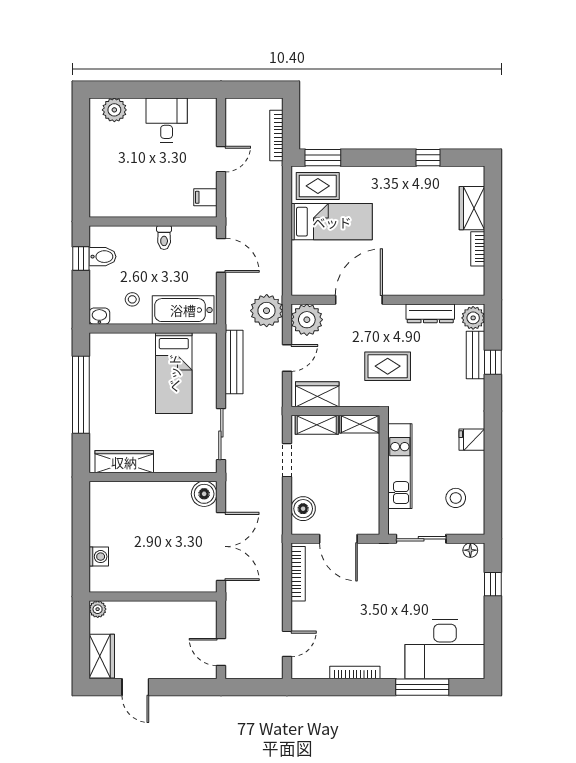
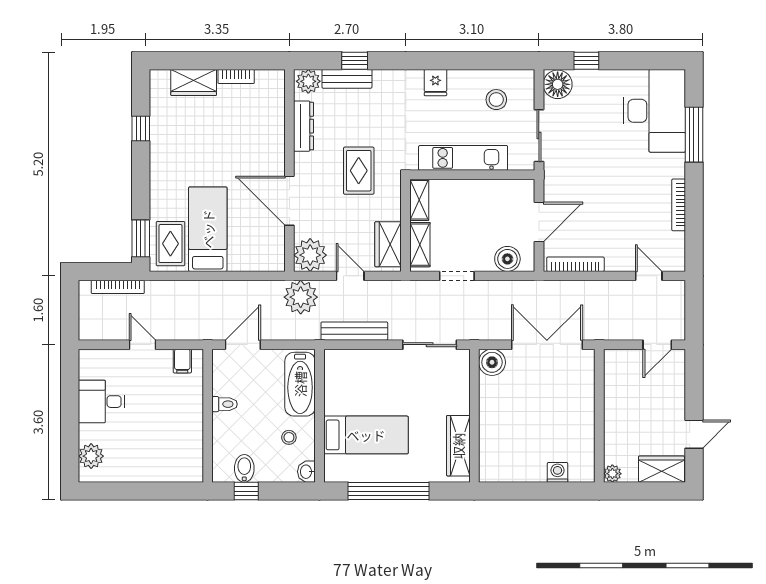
bed: (174, 373) -> (366, 435), moved
floor lamp: (470, 550) -> (558, 84), width x1.89, depth x1.89

